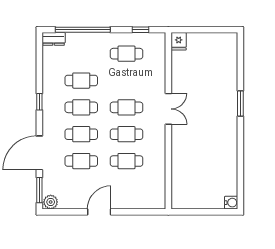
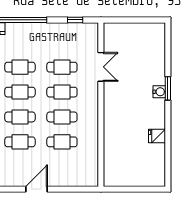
fridge: (179, 41) -> (157, 136), moved, turned 90
cafe table: (127, 54) -> (62, 67), moved
double door: (168, 109) -> (101, 67), moved
water cooler: (231, 203) -> (159, 92), moved

